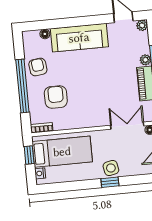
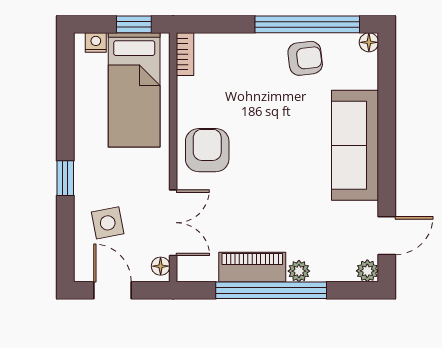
floor lamp: (45, 34) -> (369, 42), moved
window: (22, 86) -> (307, 24), moved
armchair: (56, 97) -> (207, 150), moved, turned -90
side table: (111, 168) -> (108, 223), moved

